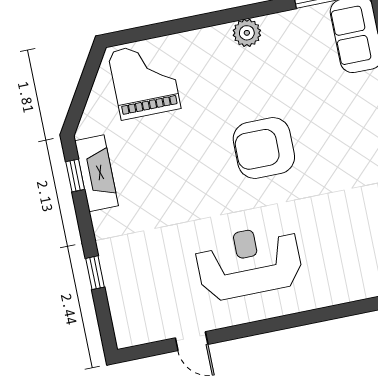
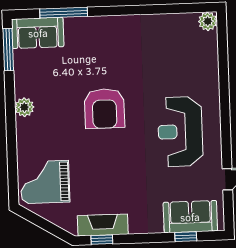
window: (95, 273) -> (186, 237), moved
sofa: (129, 297) -> (190, 217), added

